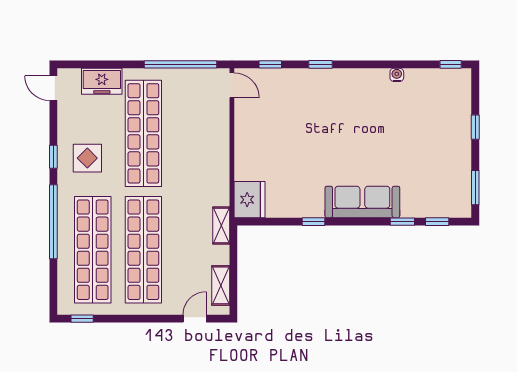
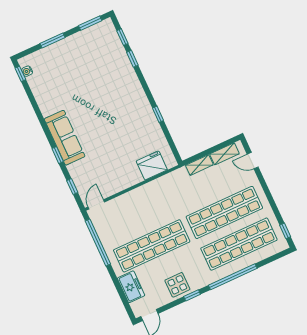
water cooler: (397, 75) -> (27, 71), moved
window: (475, 127) -> (53, 40), width x1.50
display table: (87, 158) -> (177, 285), moved
fridge: (250, 200) -> (152, 165), moved
sofa: (362, 202) -> (65, 138), moved, turned 180
shelving: (221, 225) -> (199, 165), moved

